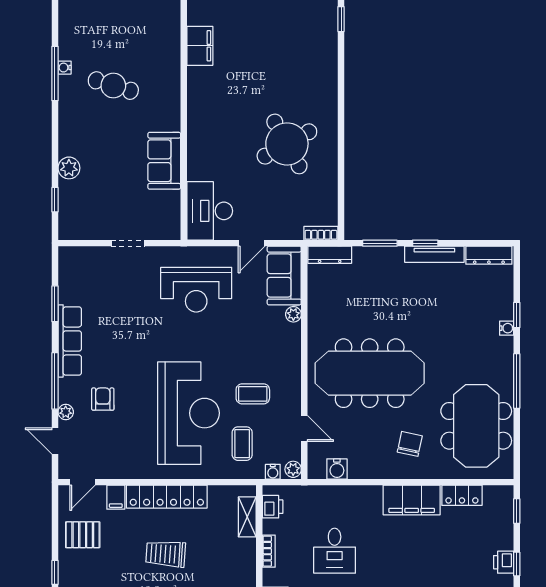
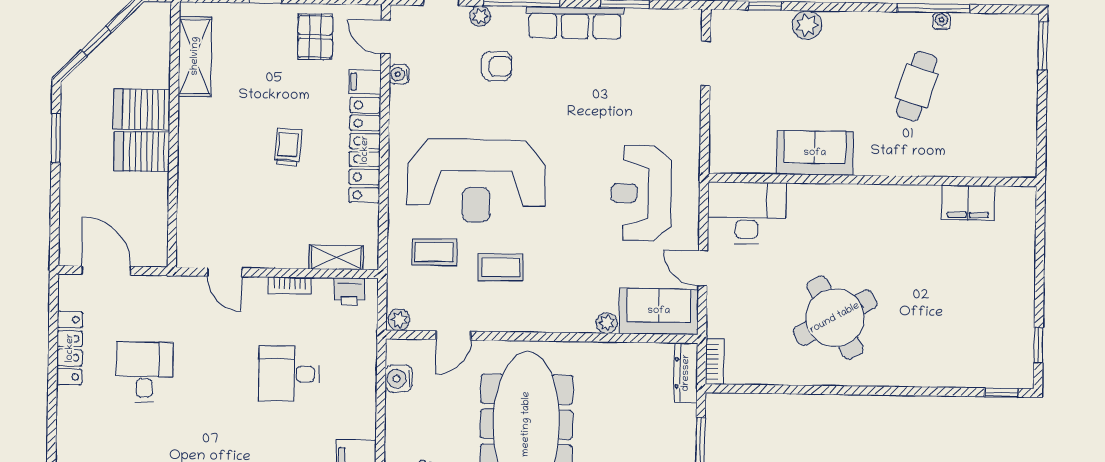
doorway: (128, 243) -> (706, 63), moved
coffee table: (253, 394) -> (501, 267), turned 90
water cooler: (273, 472) -> (399, 74), moved
trolley: (166, 554) -> (288, 147), width x0.73, depth x0.72

